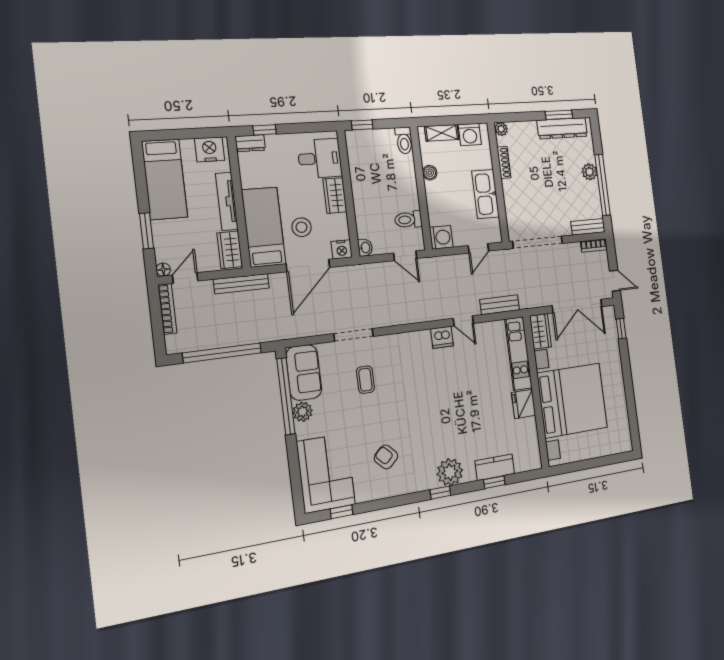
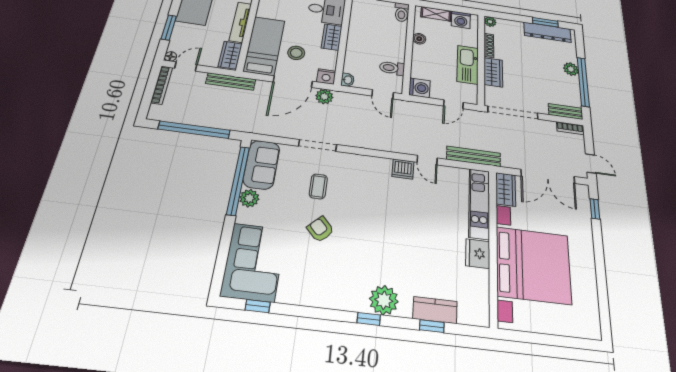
wardrobe: (513, 197) -> (493, 72), added
plant: (346, 275) -> (324, 96), added
bench: (500, 305) -> (474, 156), width x1.36
armchair: (386, 457) -> (320, 229), moved

